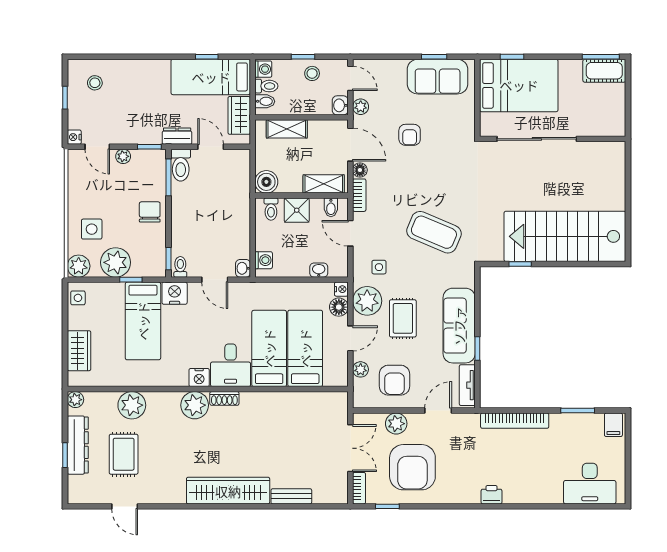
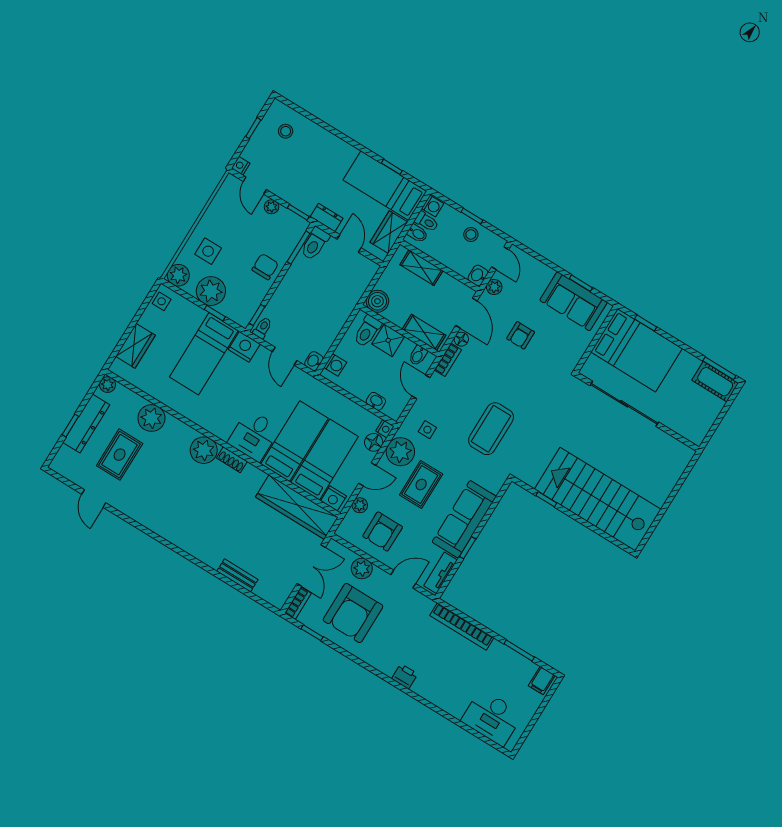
toilet: (271, 209) -> (367, 331), width x1.37, depth x1.39
coffee table: (434, 232) -> (491, 429), turned 67
nightstand: (199, 378) -> (334, 498), moved
wardrobe: (228, 491) -> (297, 507), moved, turned 180

